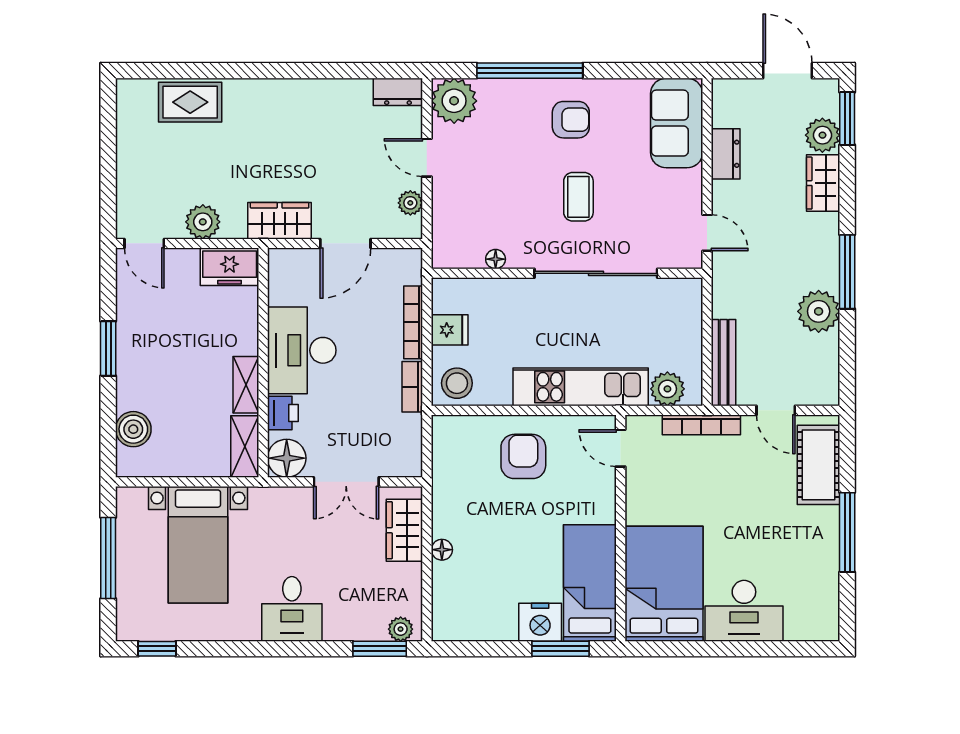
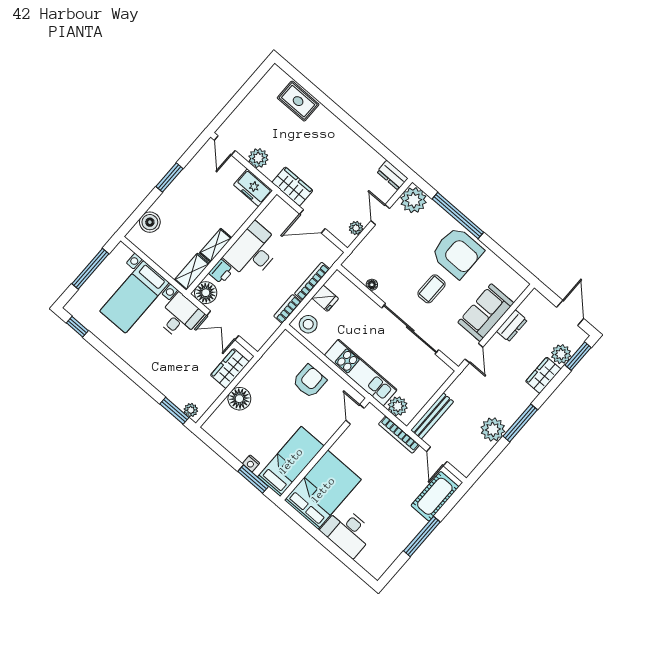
armchair: (571, 120) -> (457, 252), width x1.88, depth x1.88
sofa: (677, 123) -> (486, 313), moved
floor lamp: (442, 550) -> (239, 399), width x1.89, depth x1.89
desk: (292, 609) -> (180, 316), moved, turned 180
nightstand: (540, 622) -> (251, 463), width x0.53, depth x0.56

